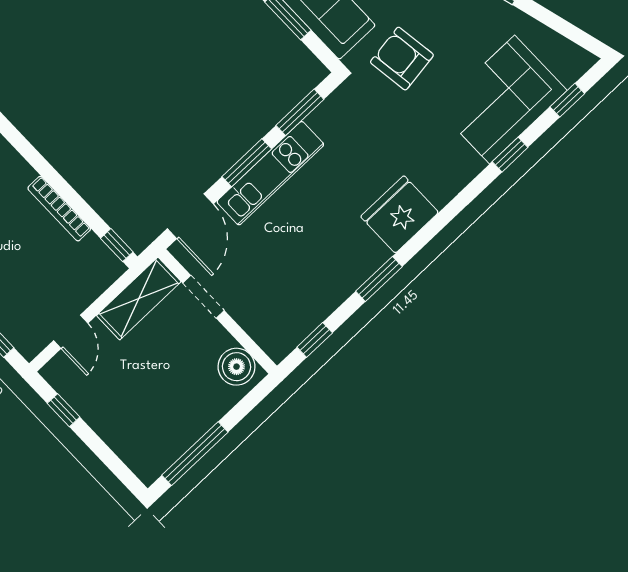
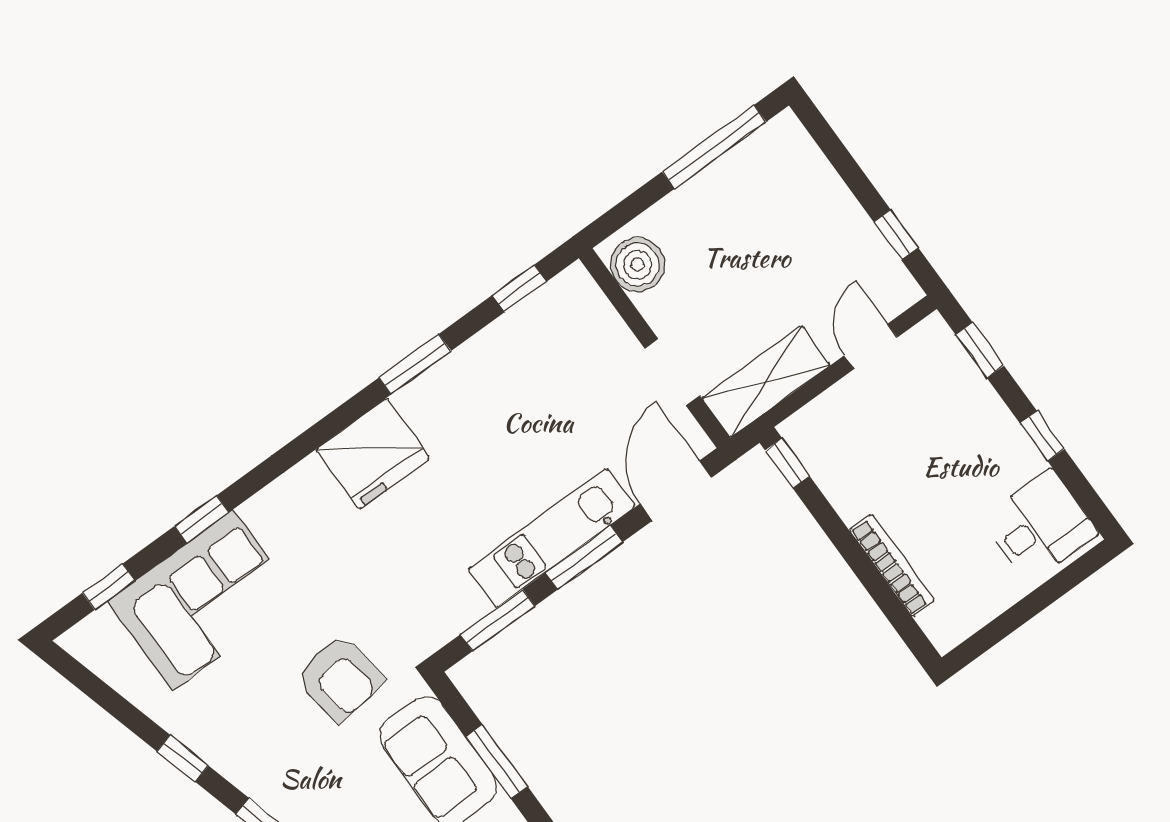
bookcase: (59, 209) -> (892, 566), moved

